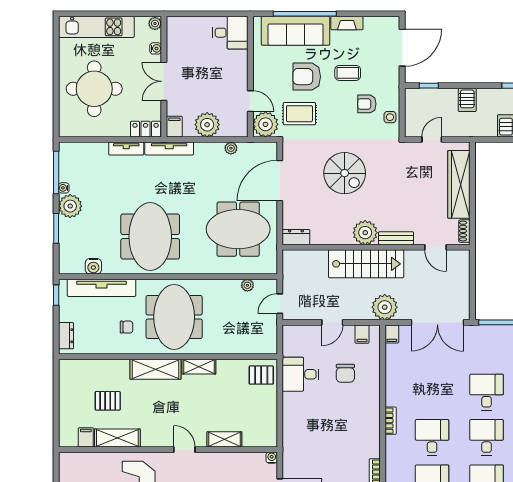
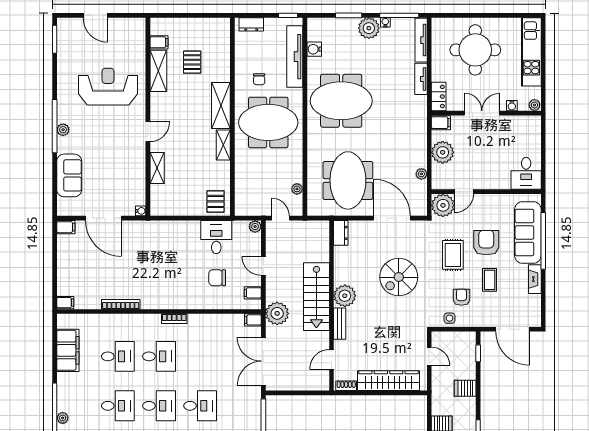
rug: (299, 114) -> (453, 255), moved
tv unit: (169, 148) -> (421, 40), moved
plant: (289, 332) -> (255, 227), added

